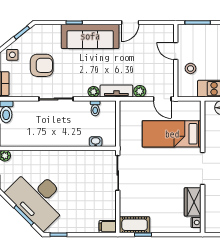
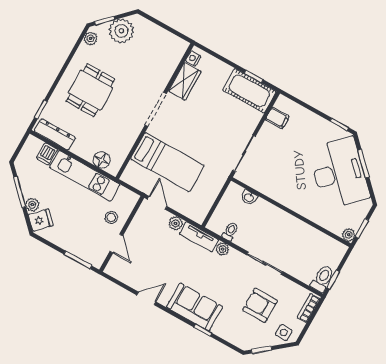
sofa: (90, 36) -> (195, 307), width x0.73
cot: (135, 225) -> (249, 91), width x1.37, depth x1.34
filing cabinet: (108, 227) -> (277, 118), moved

